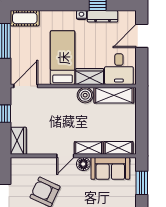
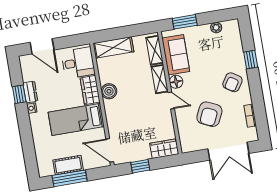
dresser: (103, 16) -> (30, 92), width x0.70
cot: (25, 18) -> (68, 165), moved, turned 90
shelving: (114, 95) -> (113, 47), moved, turned 90

